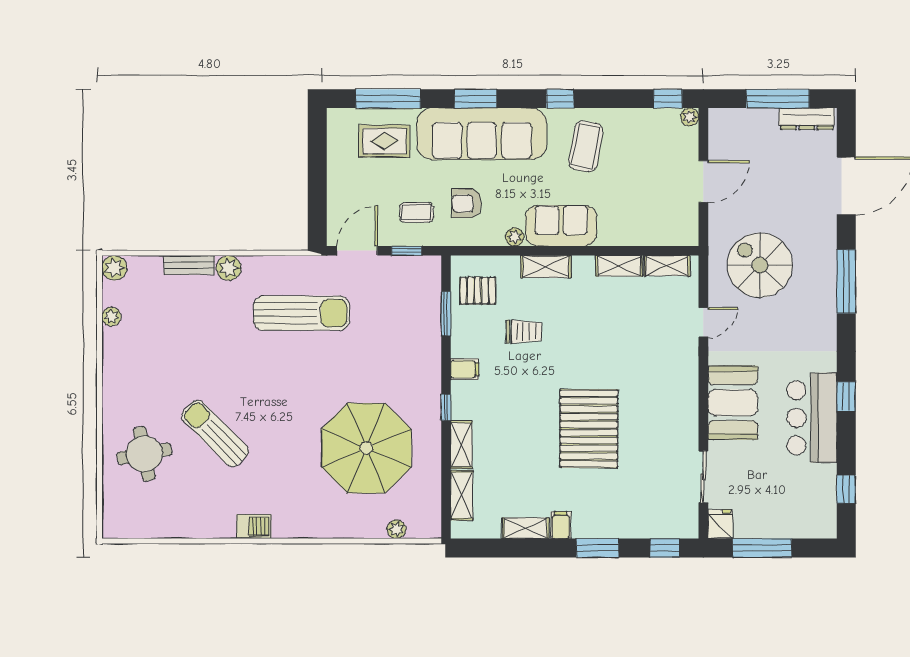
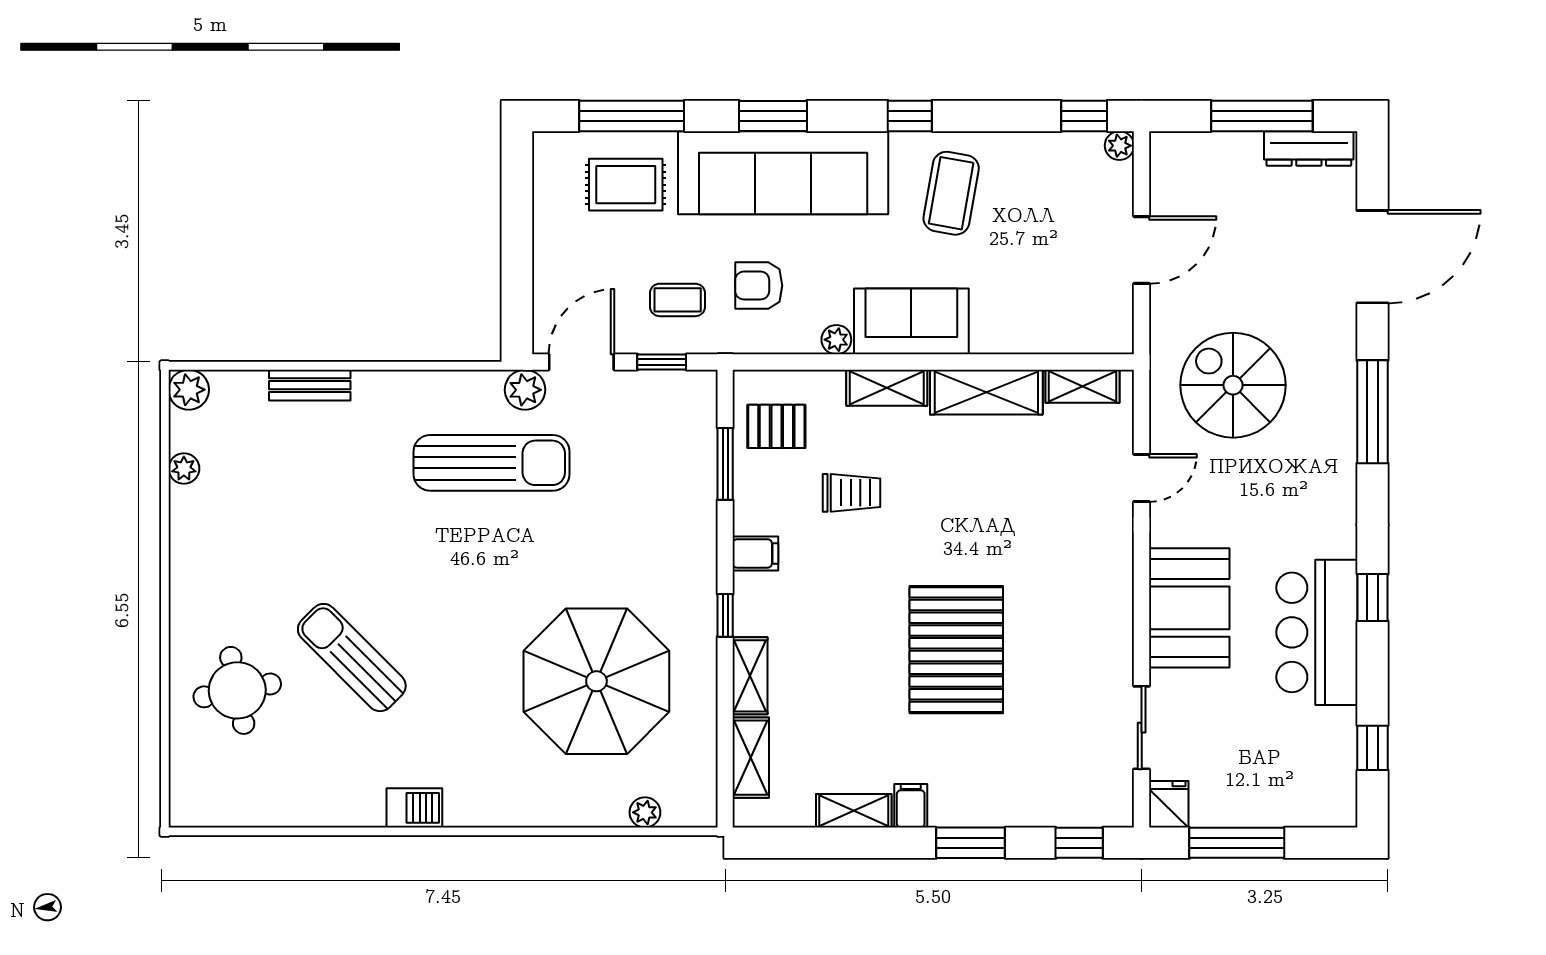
shelving: (619, 266) -> (986, 392), width x1.50, depth x1.33
plant: (229, 268) -> (525, 390), moved

